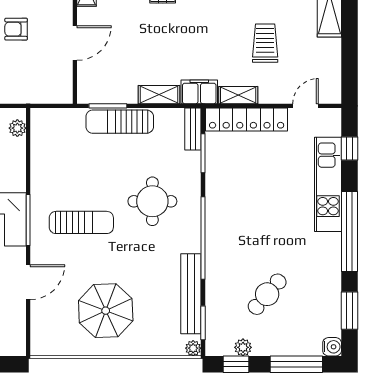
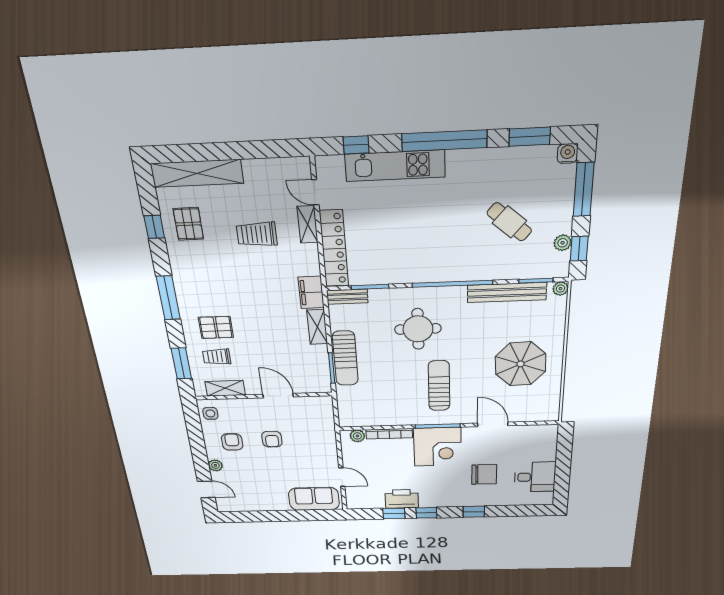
shelving: (238, 95) -> (308, 224), moved
bookcase: (19, 165) -> (389, 434), added

